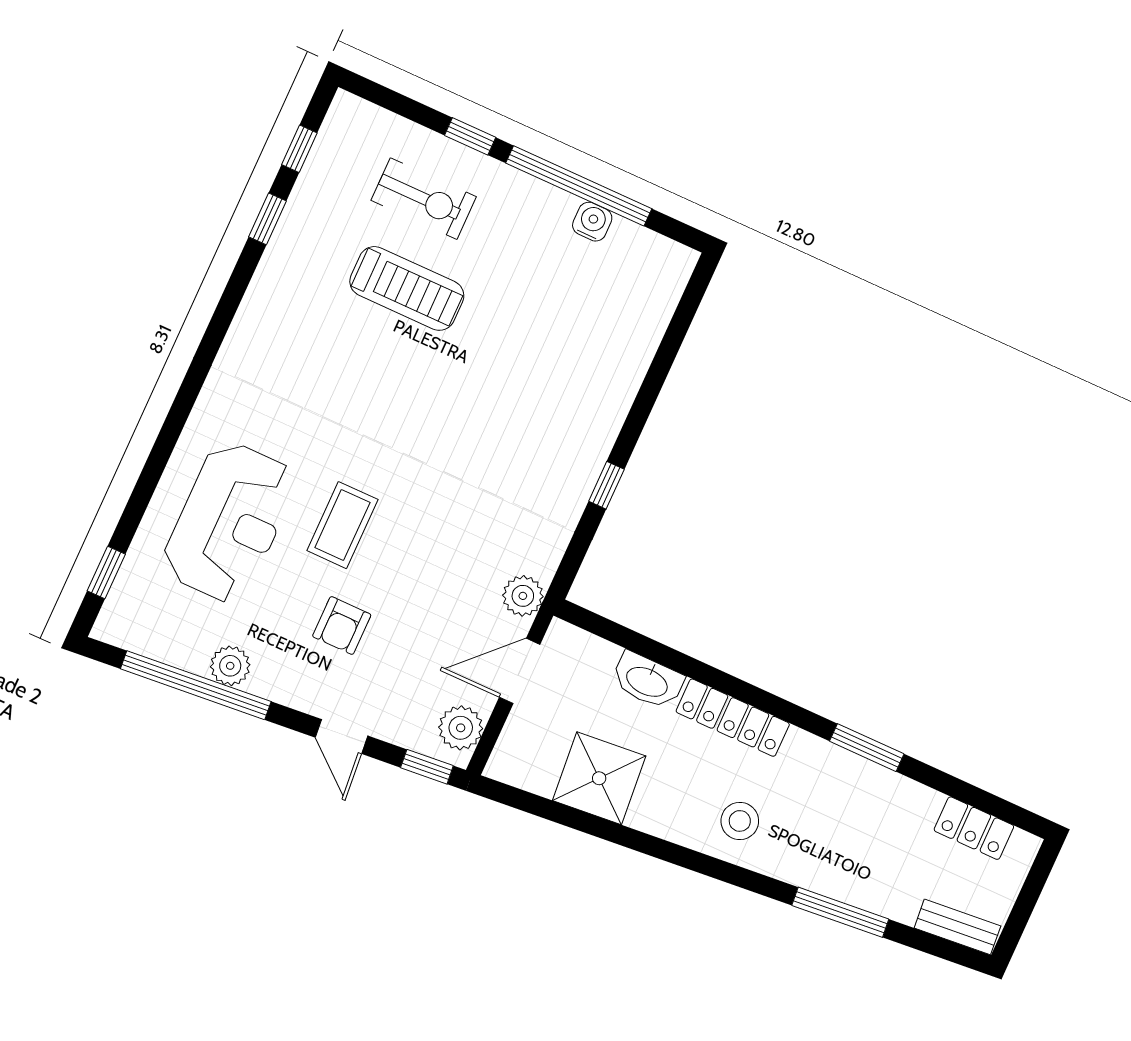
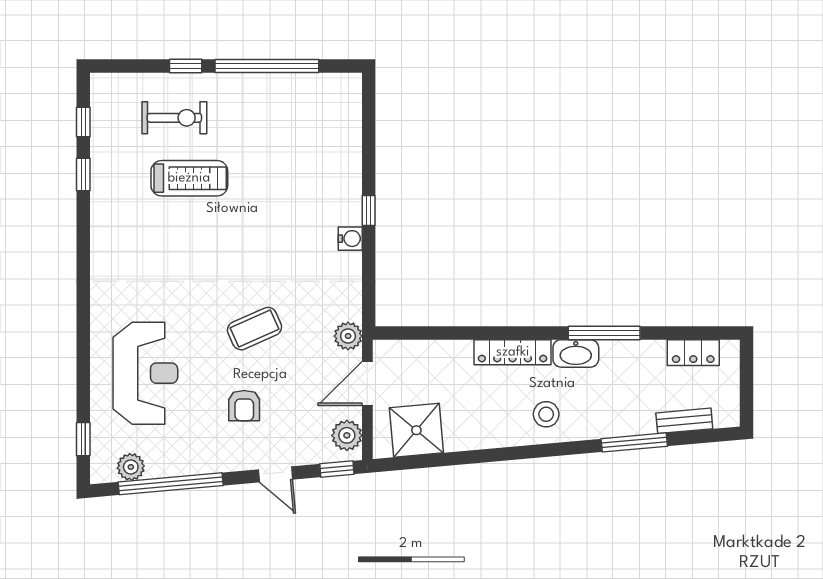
water cooler: (592, 222) -> (350, 239), moved, turned 90
window: (606, 485) -> (369, 211), moved
coffee table: (342, 525) -> (255, 329), moved, turned 66
plant: (230, 666) -> (131, 467), moved
washbasin: (647, 681) -> (576, 353), moved
window: (867, 748) -> (604, 333), width x1.44
shower: (599, 778) -> (416, 430), moved
bench: (957, 927) -> (684, 421), moved

